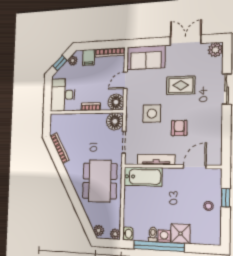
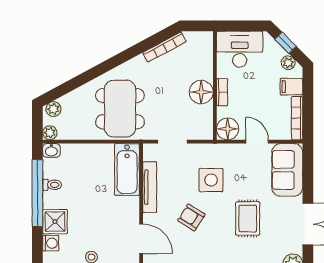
floor lamp: (115, 121) -> (201, 92), moved
armchair: (179, 128) -> (191, 217), turned -148
dining table: (100, 181) -> (120, 109), turned 90
washing machine: (164, 236) -> (51, 243), moved

